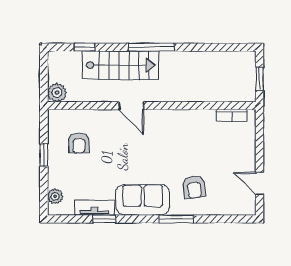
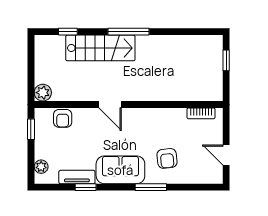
plant: (57, 93) -> (43, 93), moved
door: (131, 106) -> (110, 104), moved
wall: (152, 106) -> (129, 104), moved
bookcase: (232, 115) -> (201, 113), moved

